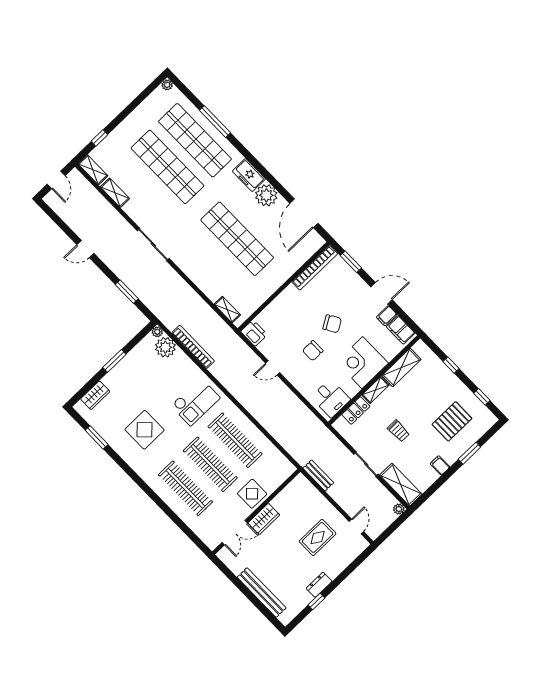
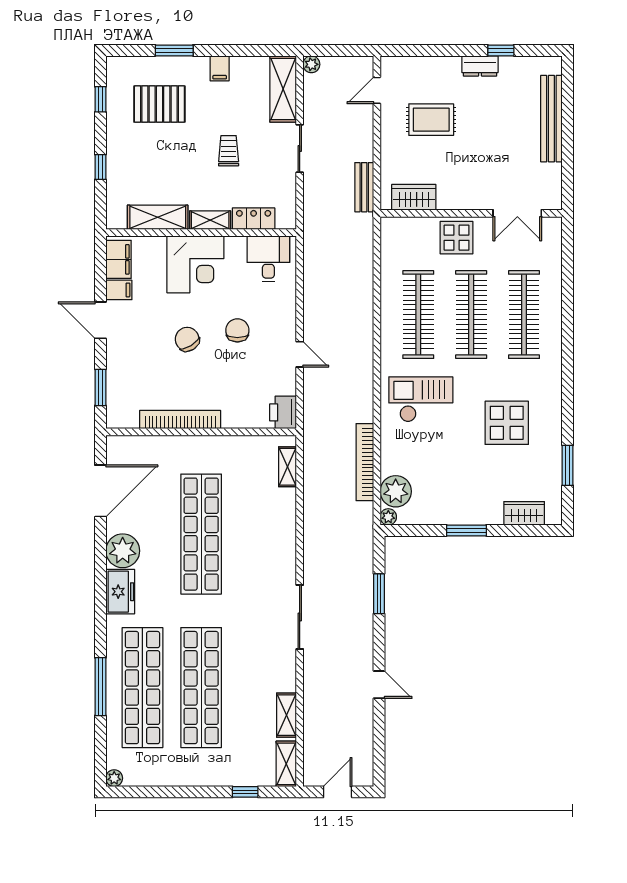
bookcase: (315, 268) -> (180, 419), moved
chair: (313, 351) -> (237, 330), turned -90
wardrobe: (264, 519) -> (414, 197), moved
double door: (235, 533) -> (517, 213), swing flipped

